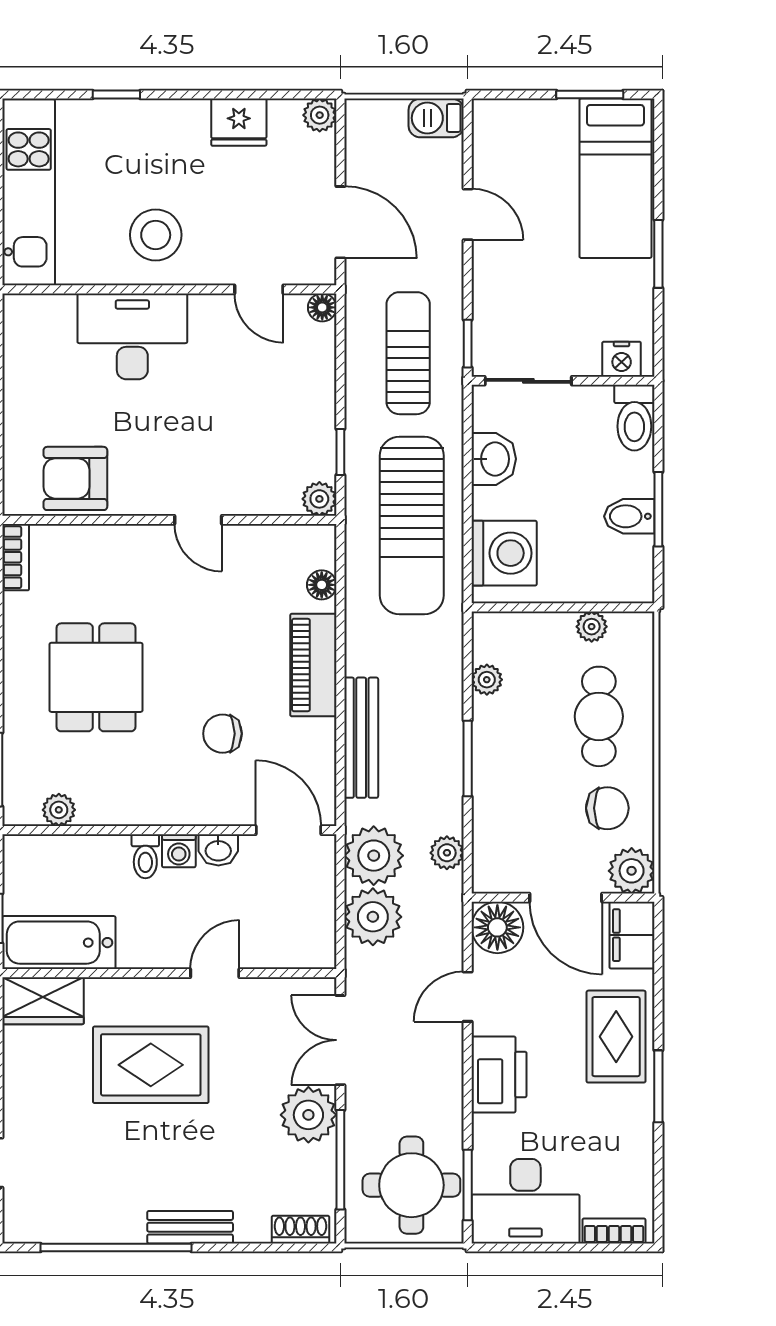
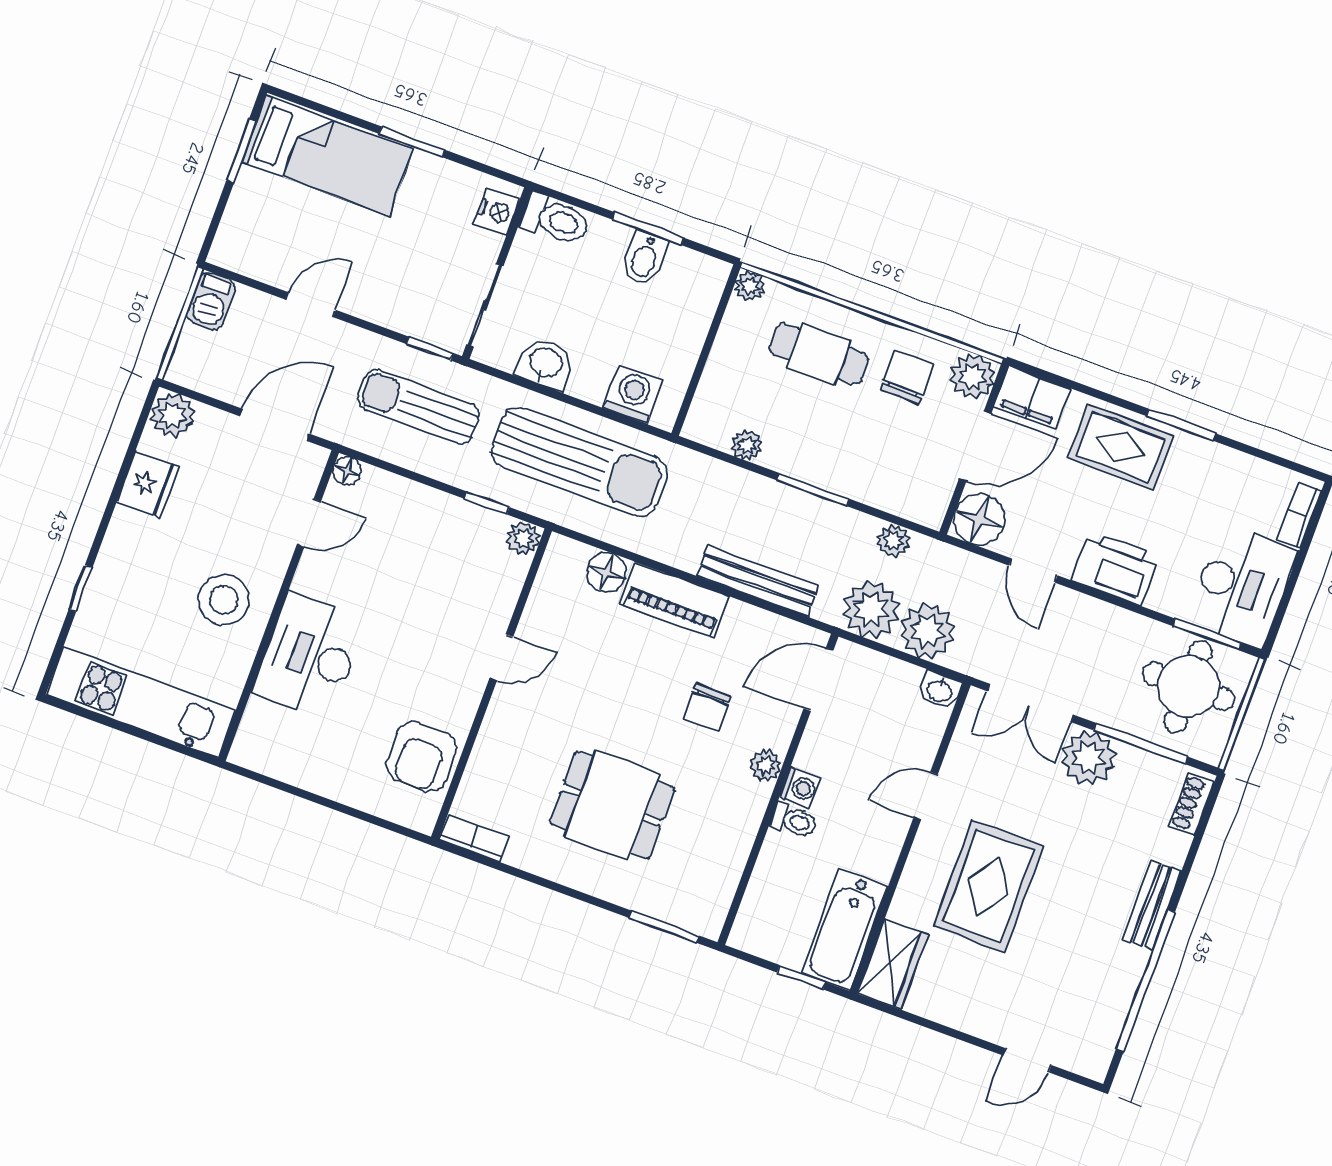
plant: (320, 115) -> (172, 415), width x1.38, depth x1.38
washing machine: (504, 553) -> (633, 394), width x0.73, depth x0.73
floor lamp: (322, 585) -> (606, 572), width x1.37, depth x1.37
plant: (592, 627) -> (750, 286), moved
plant: (59, 810) -> (766, 765), moved
washbasin: (218, 850) -> (940, 690), moved, turned 90
door: (215, 973) -> (926, 796), hinge flipped

